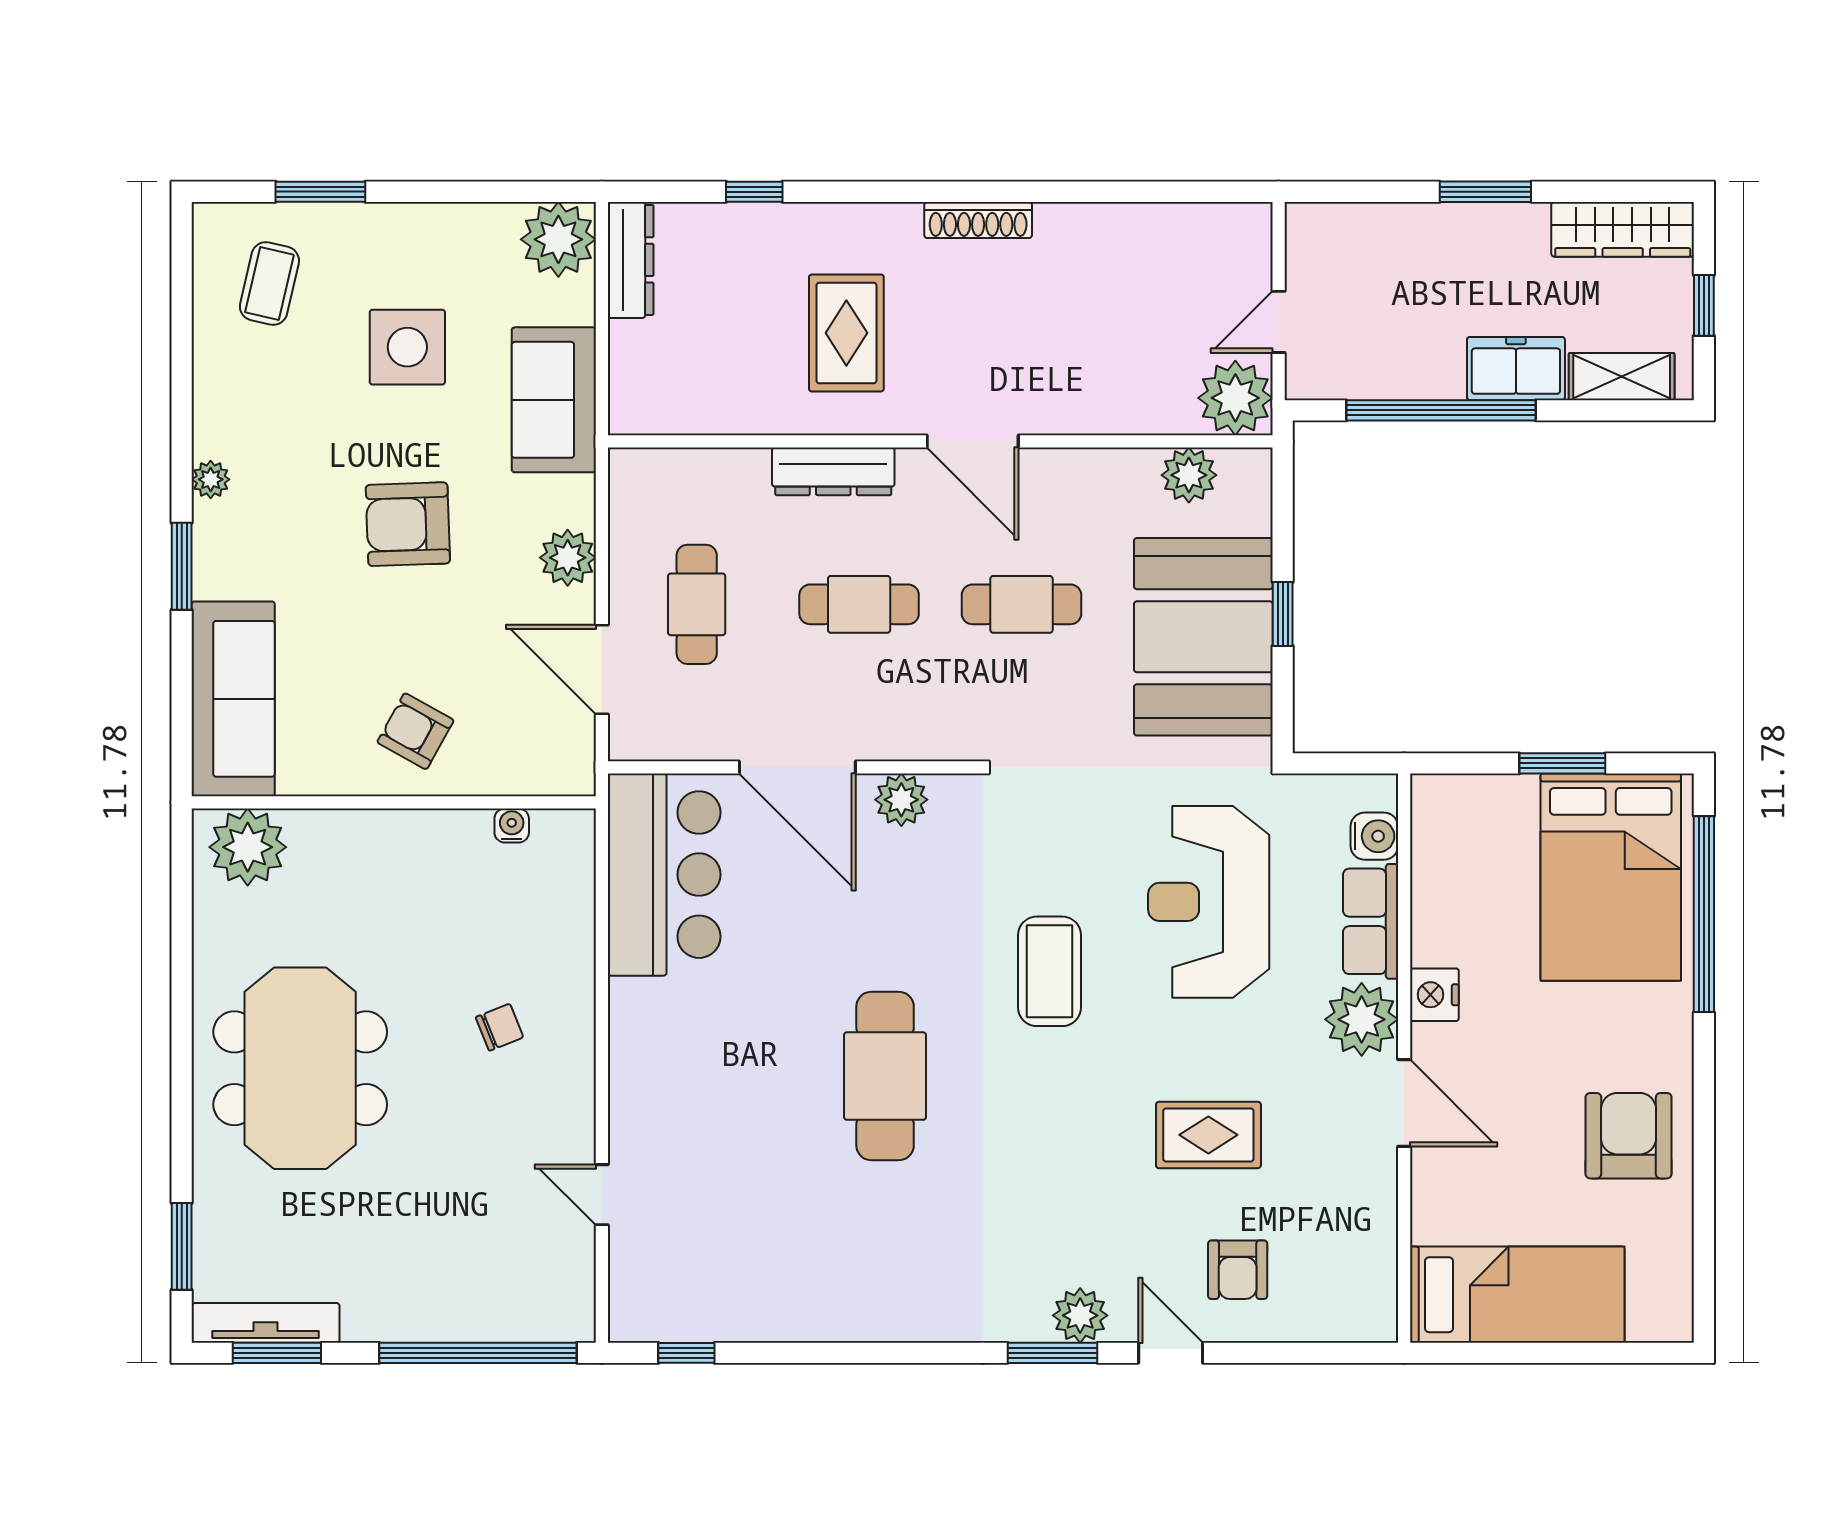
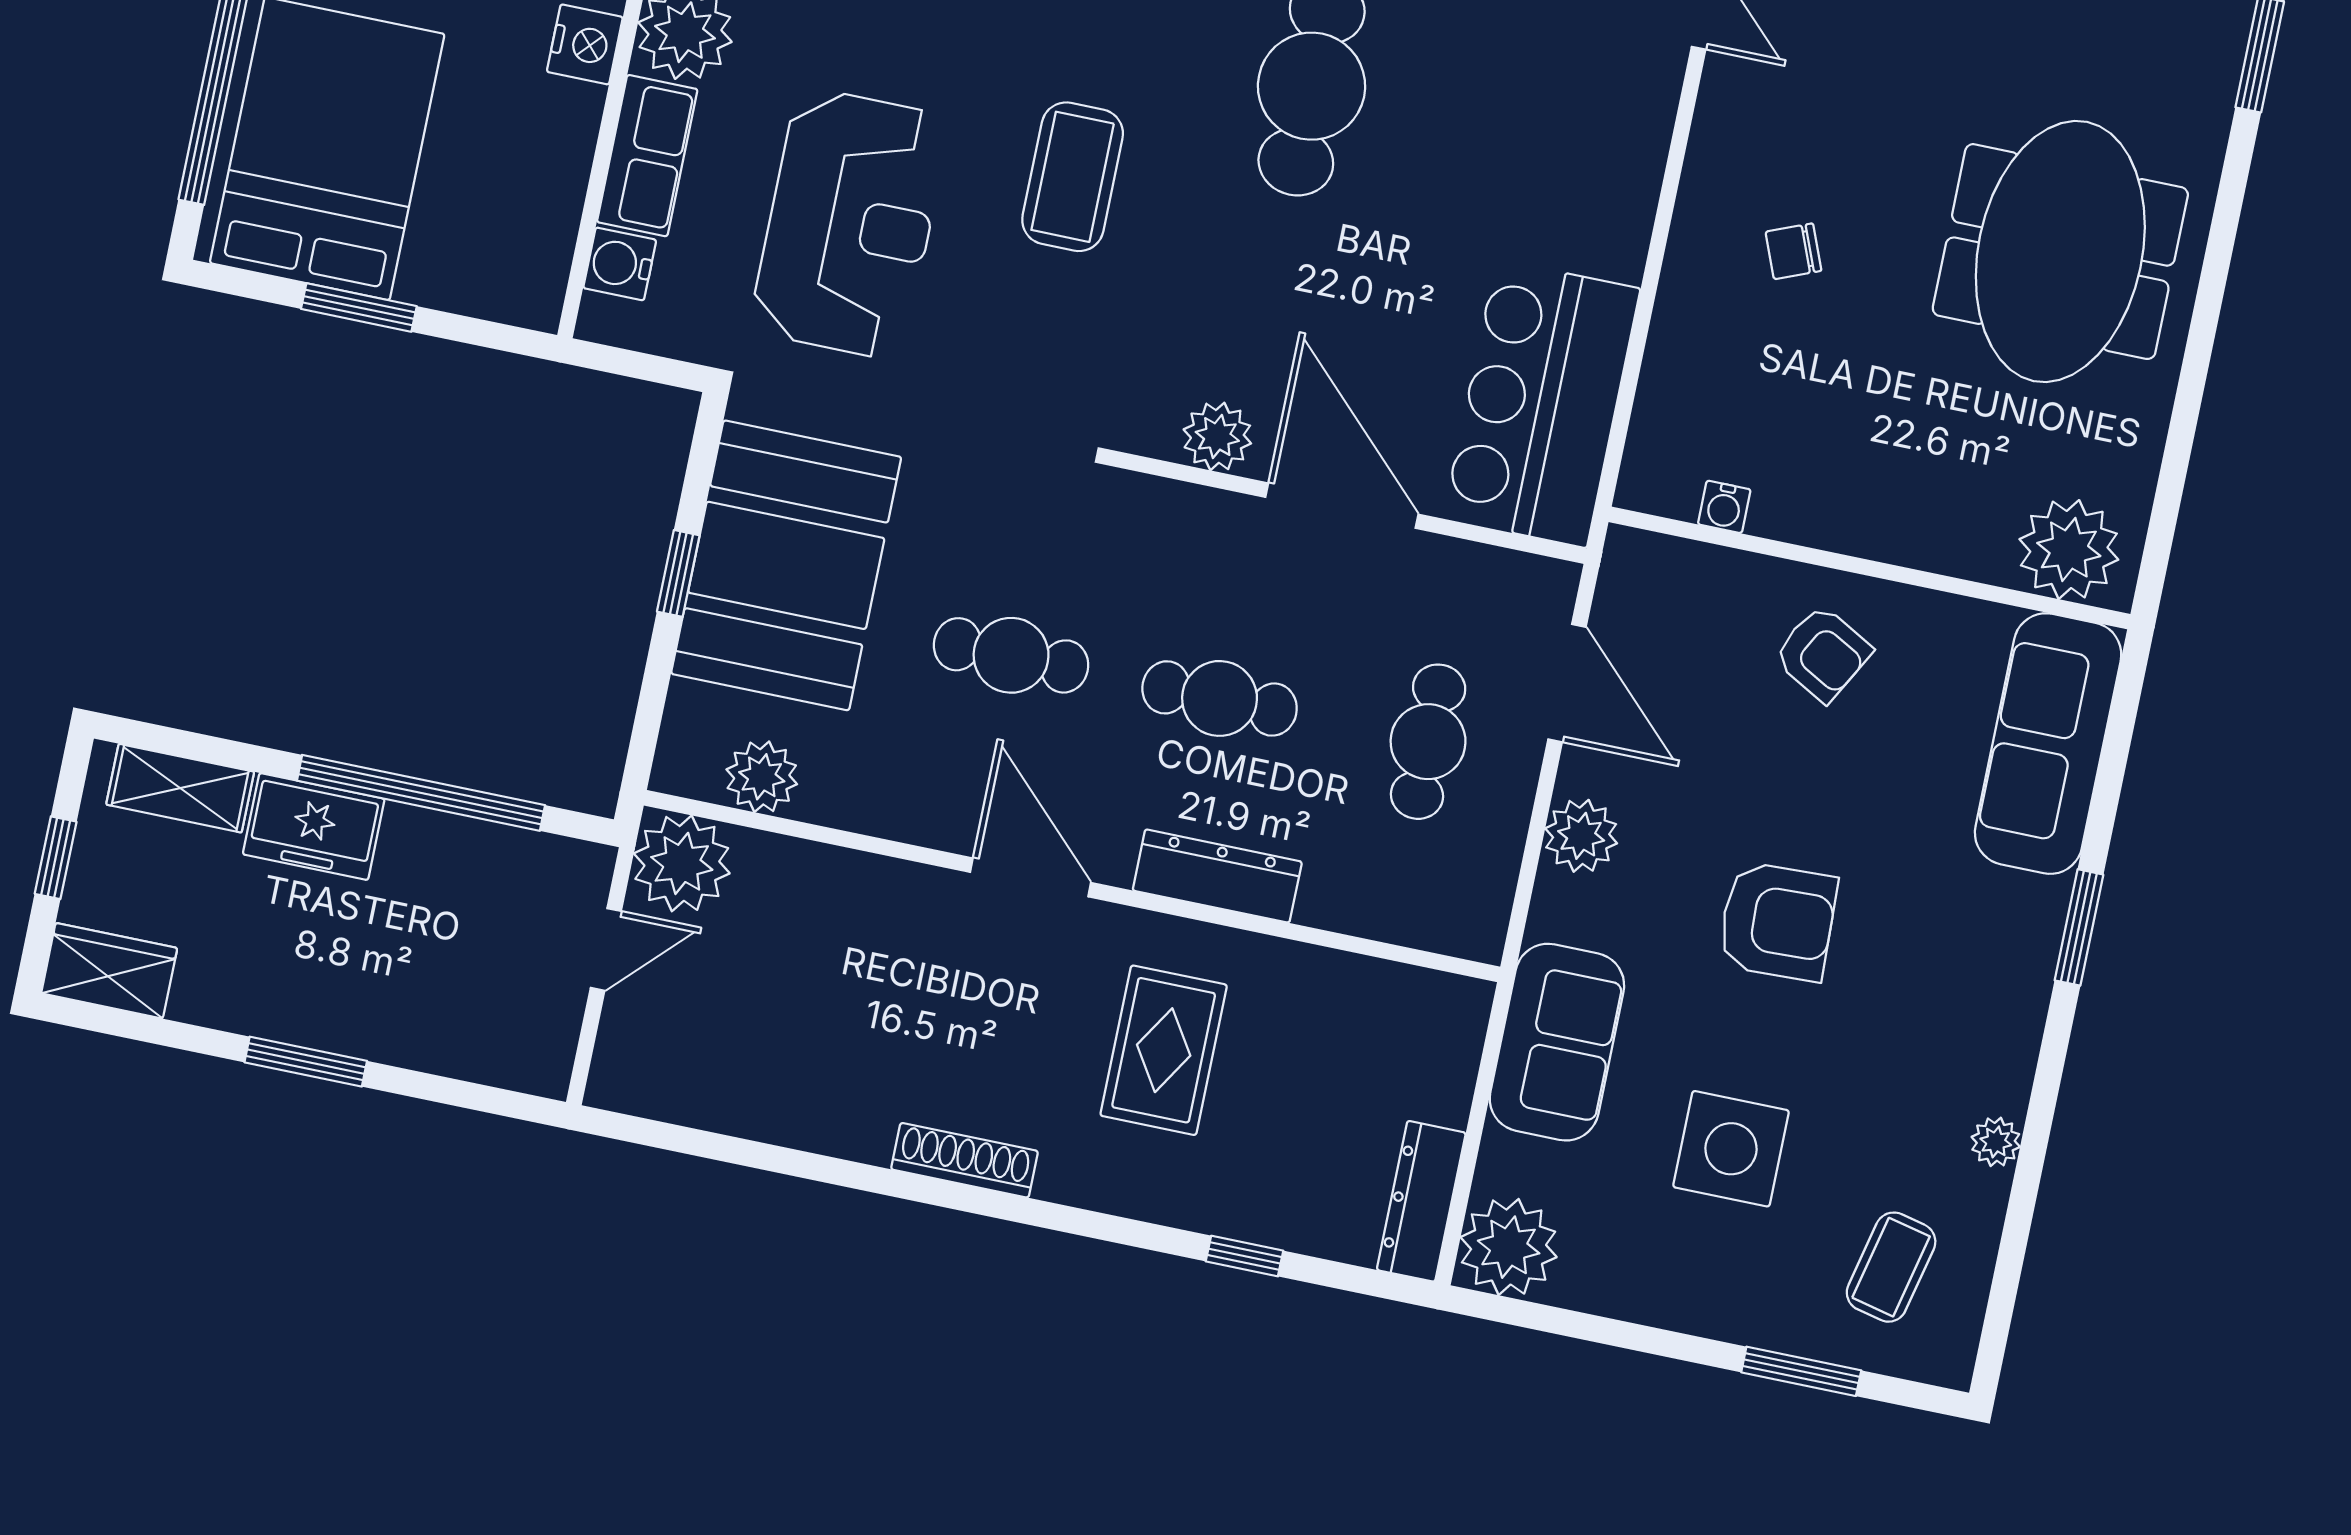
wardrobe: (1623, 229) -> (109, 971), width x0.67
plant: (211, 479) -> (1996, 1142), moved

